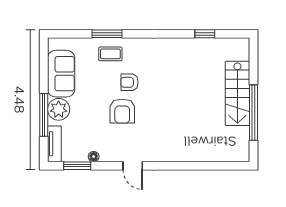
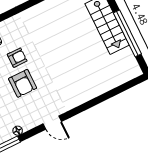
armchair: (130, 82) -> (17, 58), turned 180

